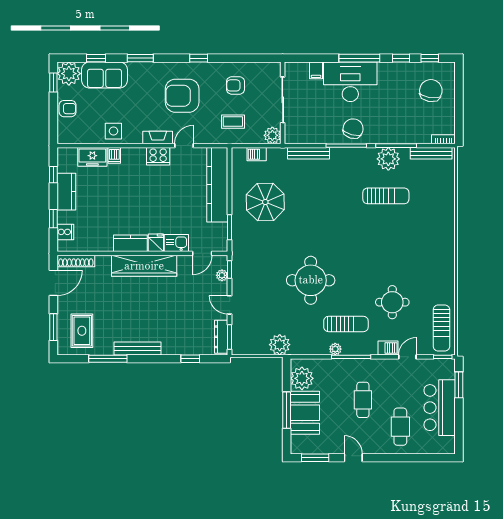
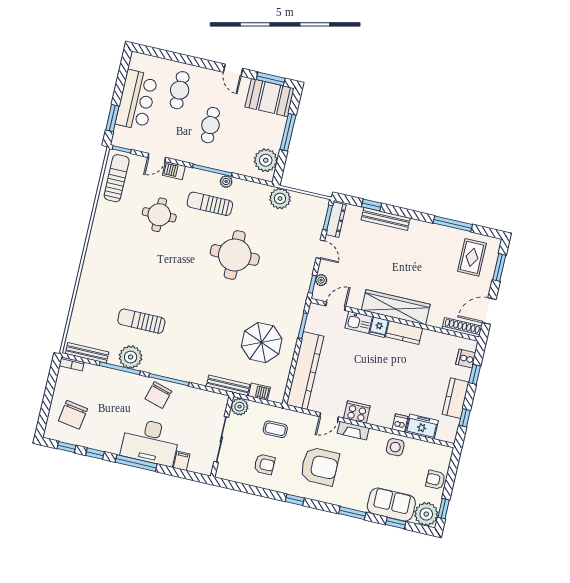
bench: (309, 153) -> (228, 385), moved
bench: (138, 349) -> (386, 219), moved
booth: (305, 413) -> (270, 98), moved, turned 90

